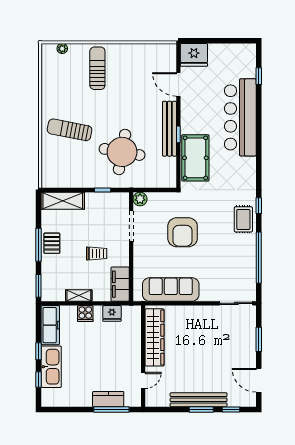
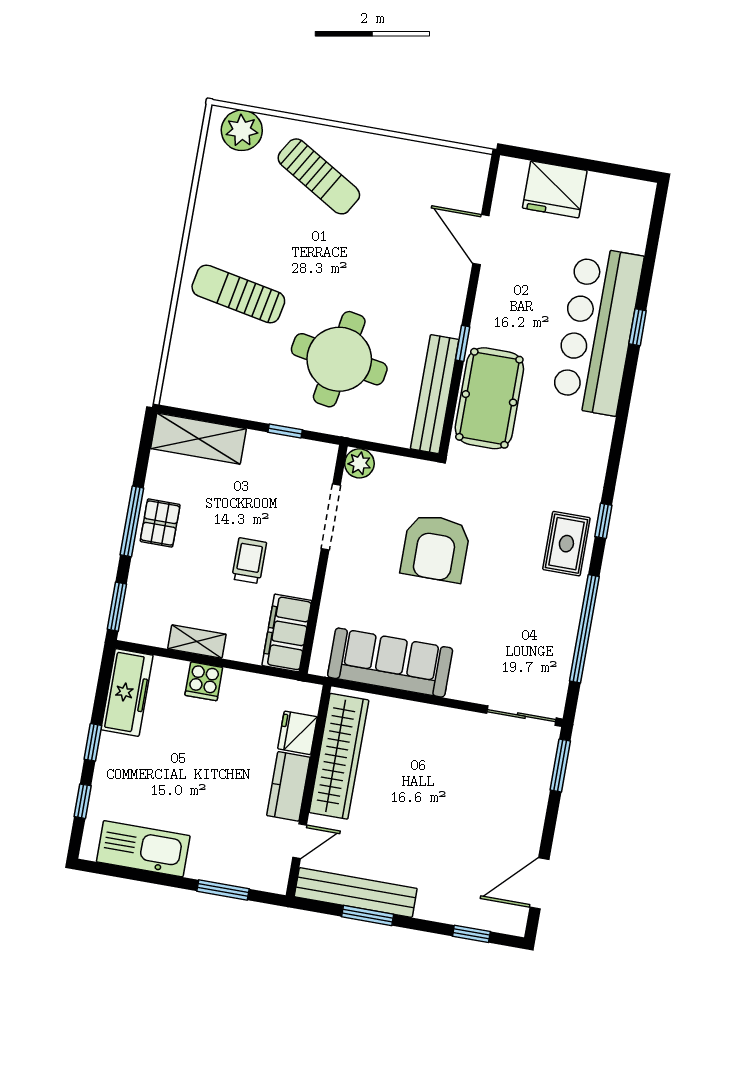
plant: (62, 49) -> (242, 130), width x1.88, depth x1.88
fridge: (194, 55) -> (555, 189), moved
sun lounger: (97, 68) -> (319, 176), turned 121
window: (259, 76) -> (638, 327), moved
bench: (169, 129) -> (435, 394), moved
trolley: (97, 254) -> (249, 561), turned -90
fridge: (112, 313) -> (297, 733), moved, turned 90
window: (259, 339) -> (560, 765), moved
kitchen sink: (51, 367) -> (143, 849), moved, turned -90
door: (259, 380) -> (539, 883), hinge flipped
kitchen counter: (108, 399) -> (288, 786), moved, turned -90
bench: (199, 400) -> (356, 893), moved
window: (111, 410) -> (223, 890), width x0.69
window: (201, 410) -> (368, 916), moved

